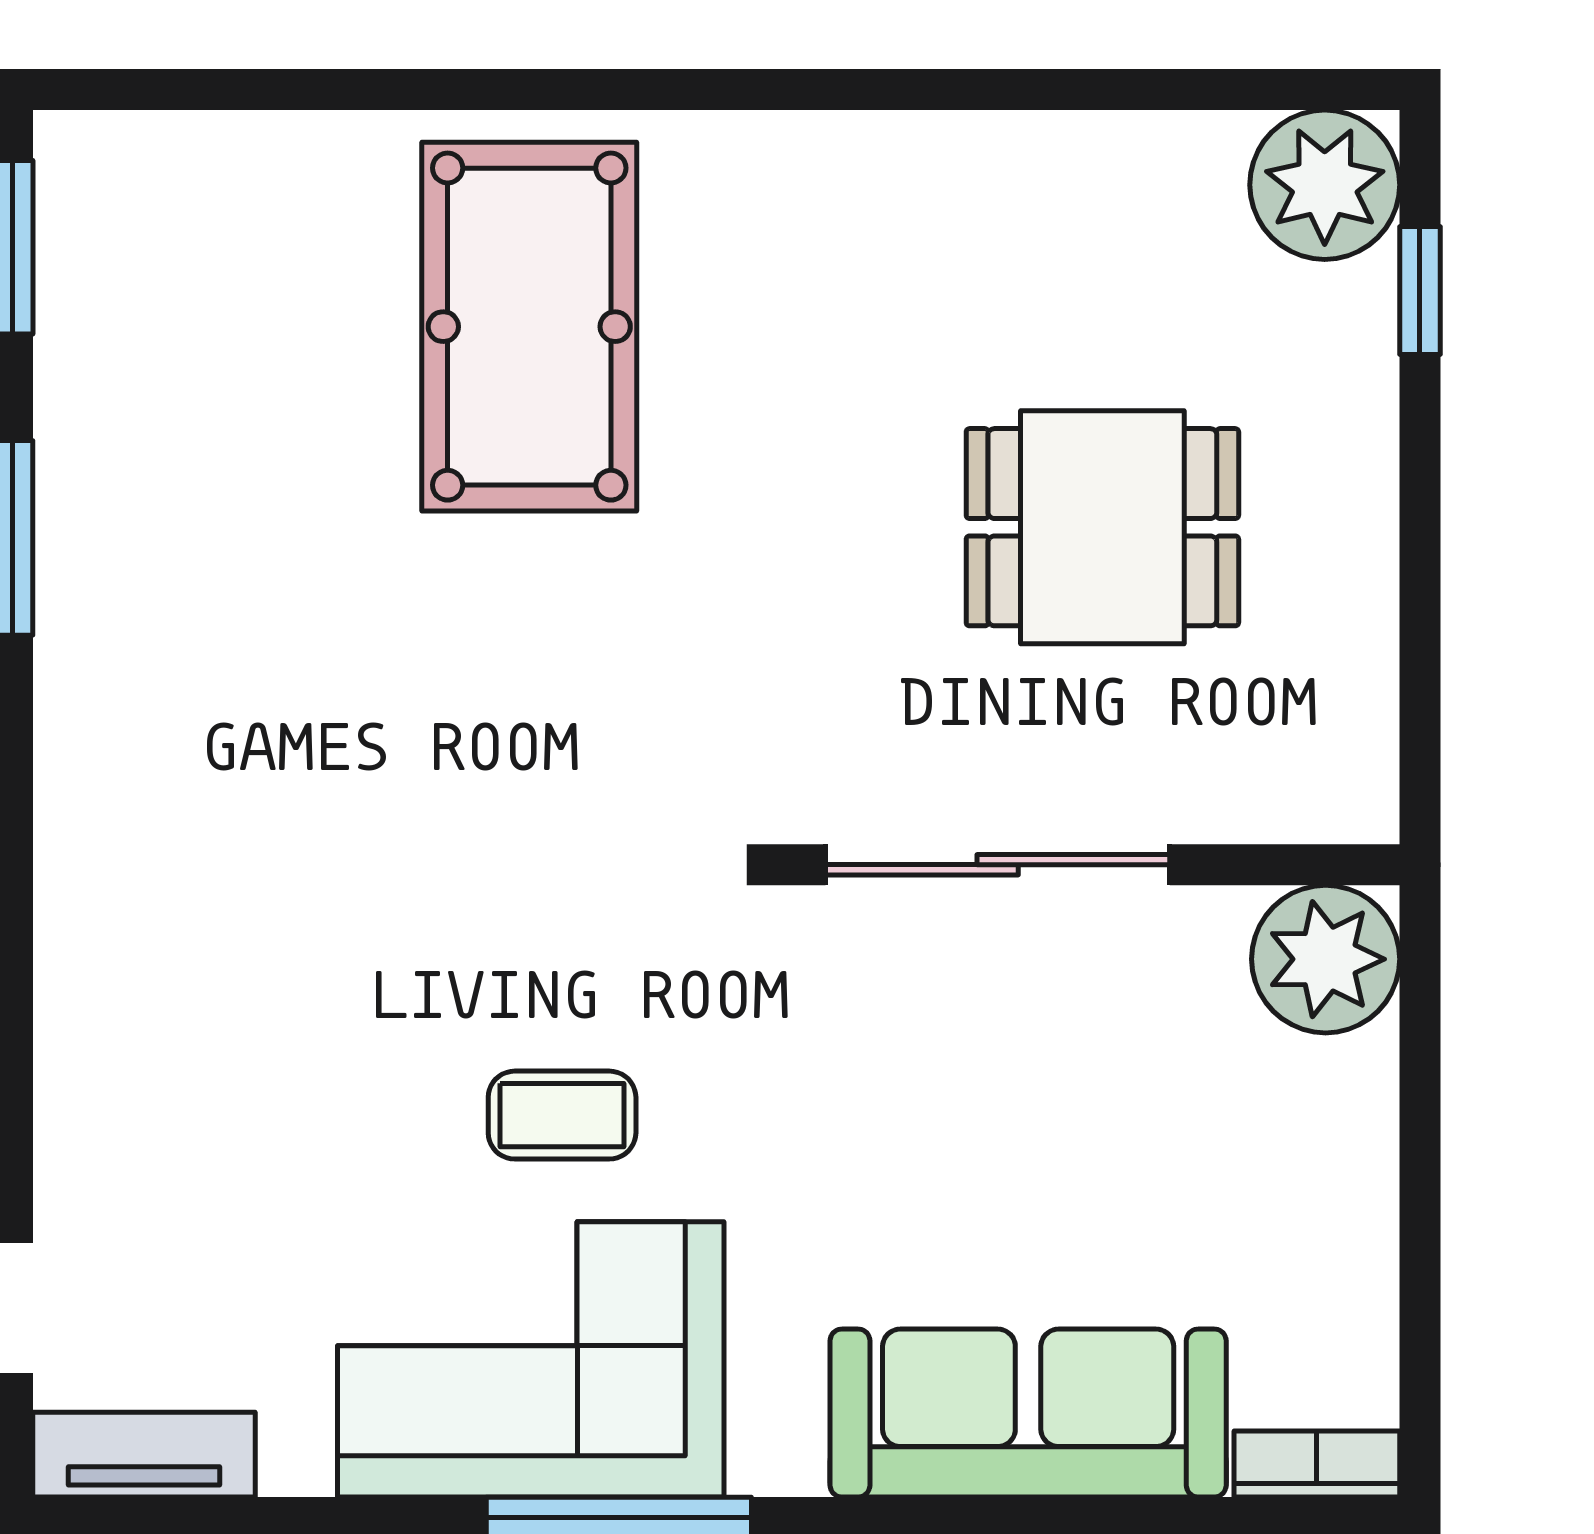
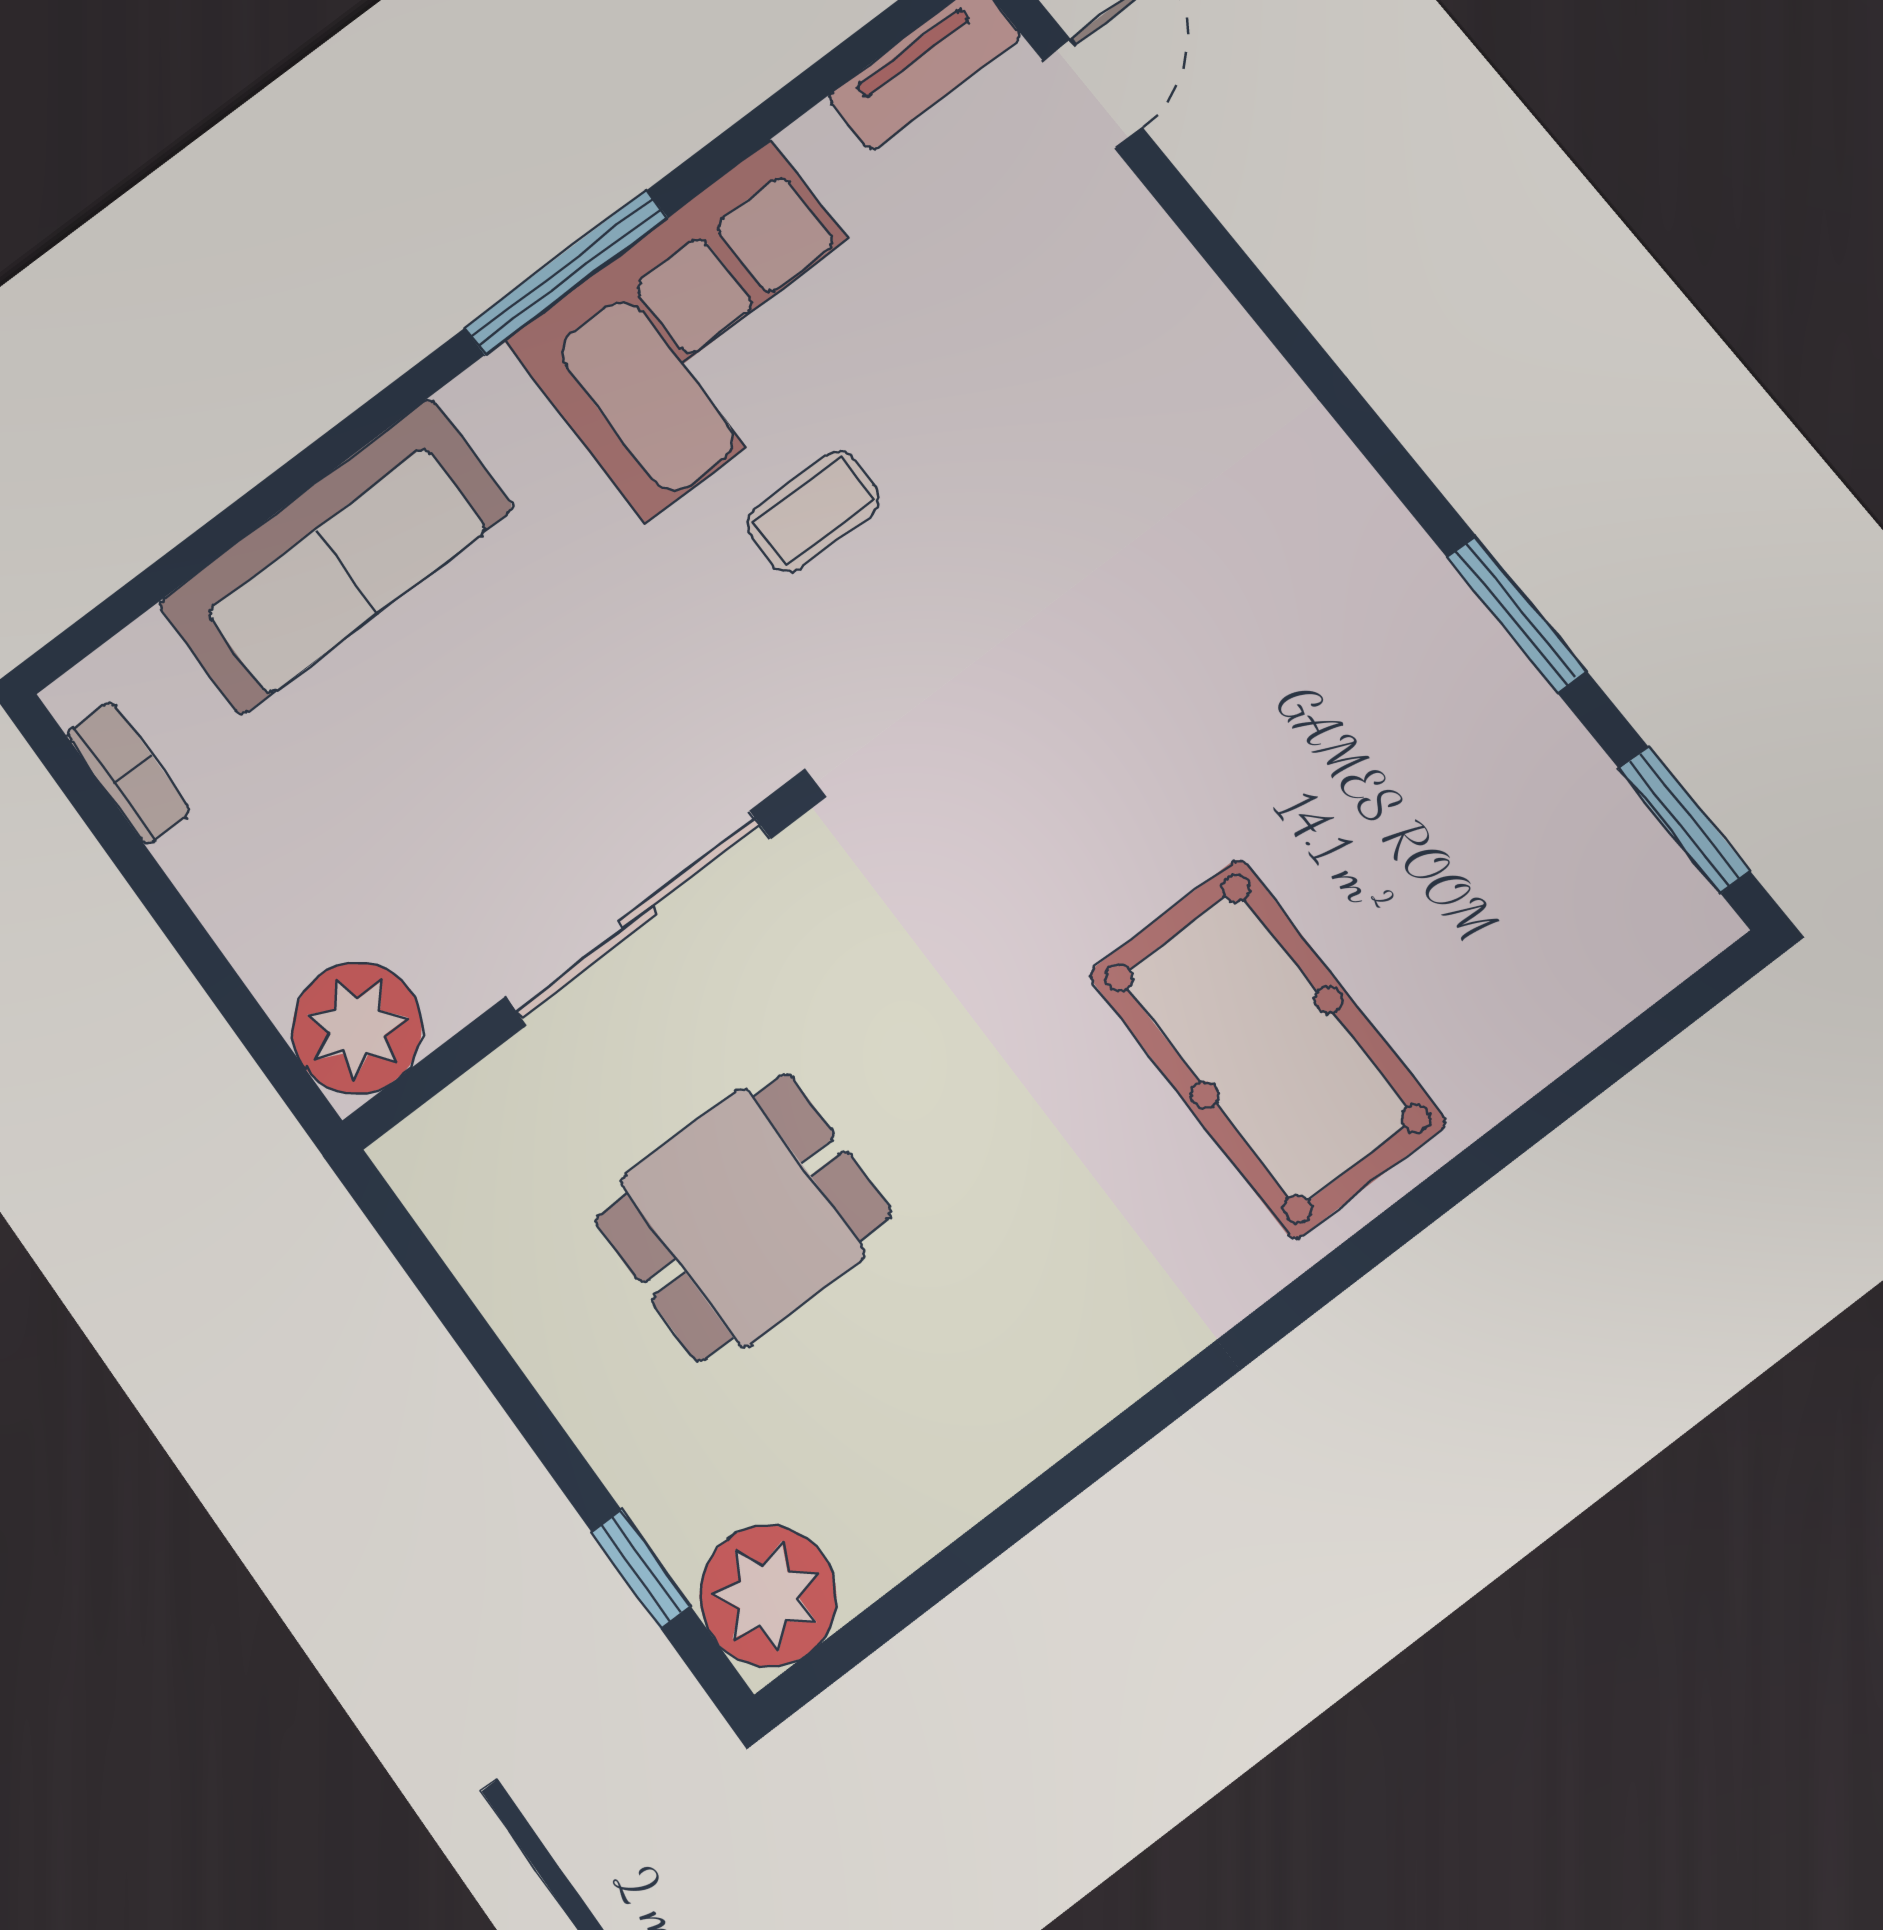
bookcase: (1317, 1464) -> (129, 773), moved, turned -90

